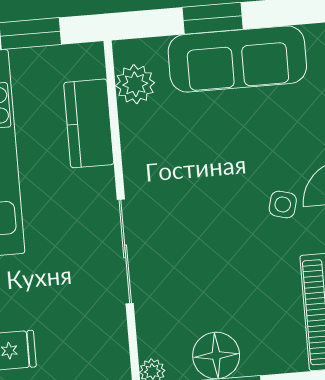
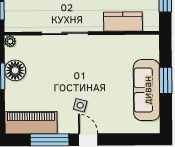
plant: (135, 84) -> (139, 44), removed

